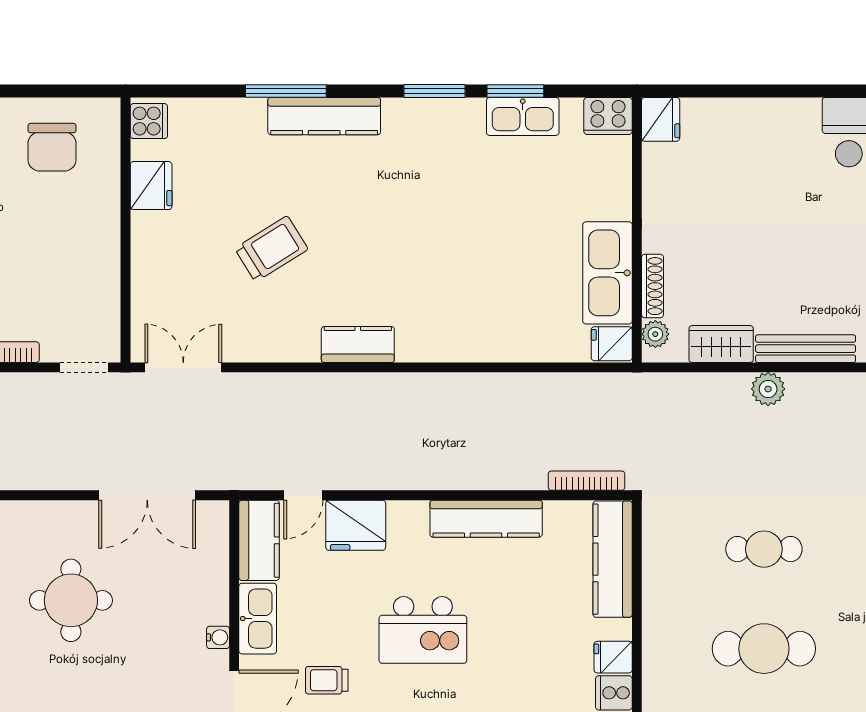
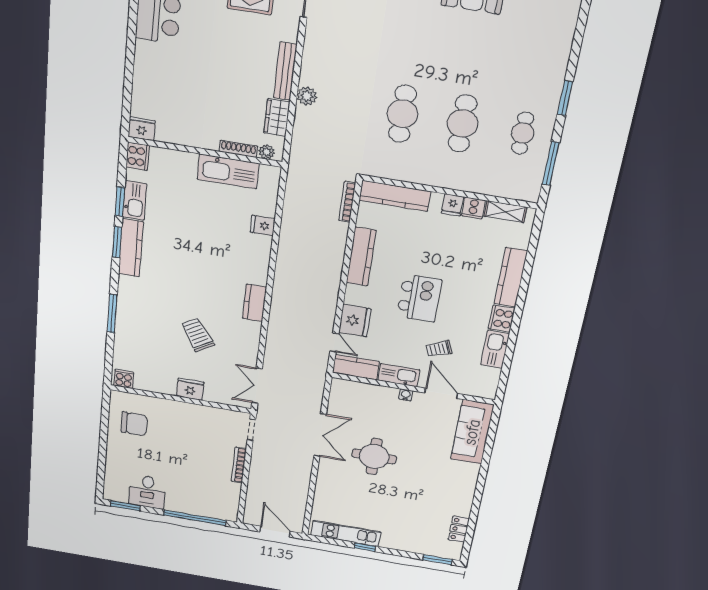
kitchen counter: (324, 116) -> (131, 248), moved
fridge: (151, 186) -> (190, 389), moved
fridge: (612, 344) -> (263, 226), moved, turned 90
double door: (147, 495) -> (320, 435), moved
cafe table: (764, 549) -> (402, 114), width x1.37, depth x1.35
trolley: (327, 680) -> (439, 349), turned 68

